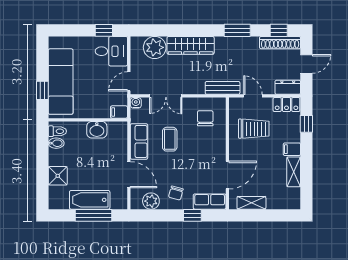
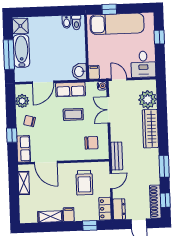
window: (104, 30) -> (159, 37), moved
washbasin: (97, 130) -> (79, 72), moved
shower: (58, 176) -> (20, 26), moved

